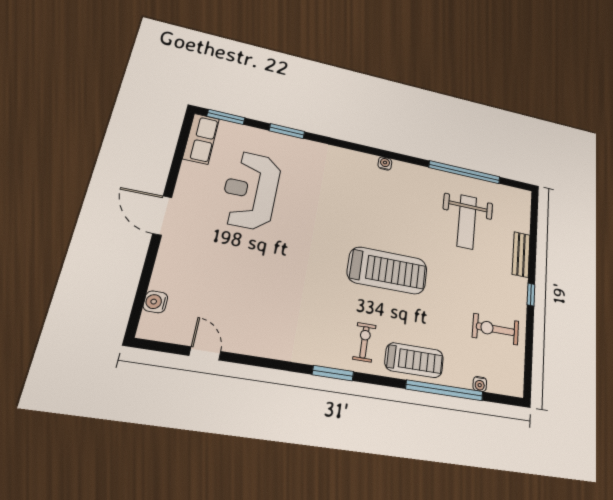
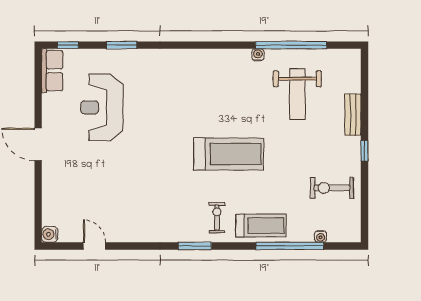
window: (226, 117) -> (68, 45), width x0.67
water cooler: (385, 163) -> (258, 55), moved
water cooler: (155, 302) -> (50, 234), moved

